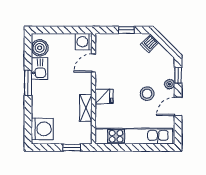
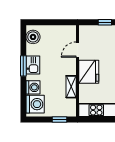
washing machine: (84, 42) -> (33, 87), moved, turned 180
kitchen sink: (39, 68) -> (33, 65), moved
fridge: (104, 96) -> (89, 72), width x1.88, depth x1.34

